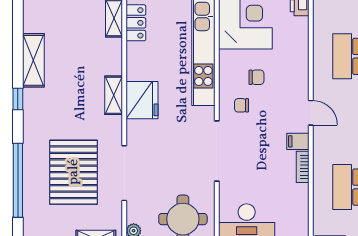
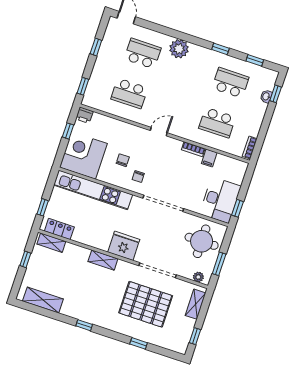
shelving: (33, 60) -> (43, 300), moved
fridge: (142, 100) -> (124, 246), moved
filing cabinet: (298, 141) -> (209, 158), moved
window: (18, 180) -> (139, 343), width x0.32

